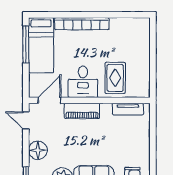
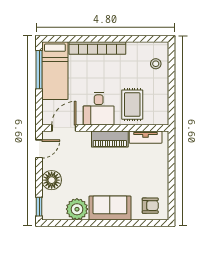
stool: (138, 39) -> (156, 64), added
piano: (82, 111) -> (110, 139), moved
door: (26, 120) -> (39, 149), swing flipped

